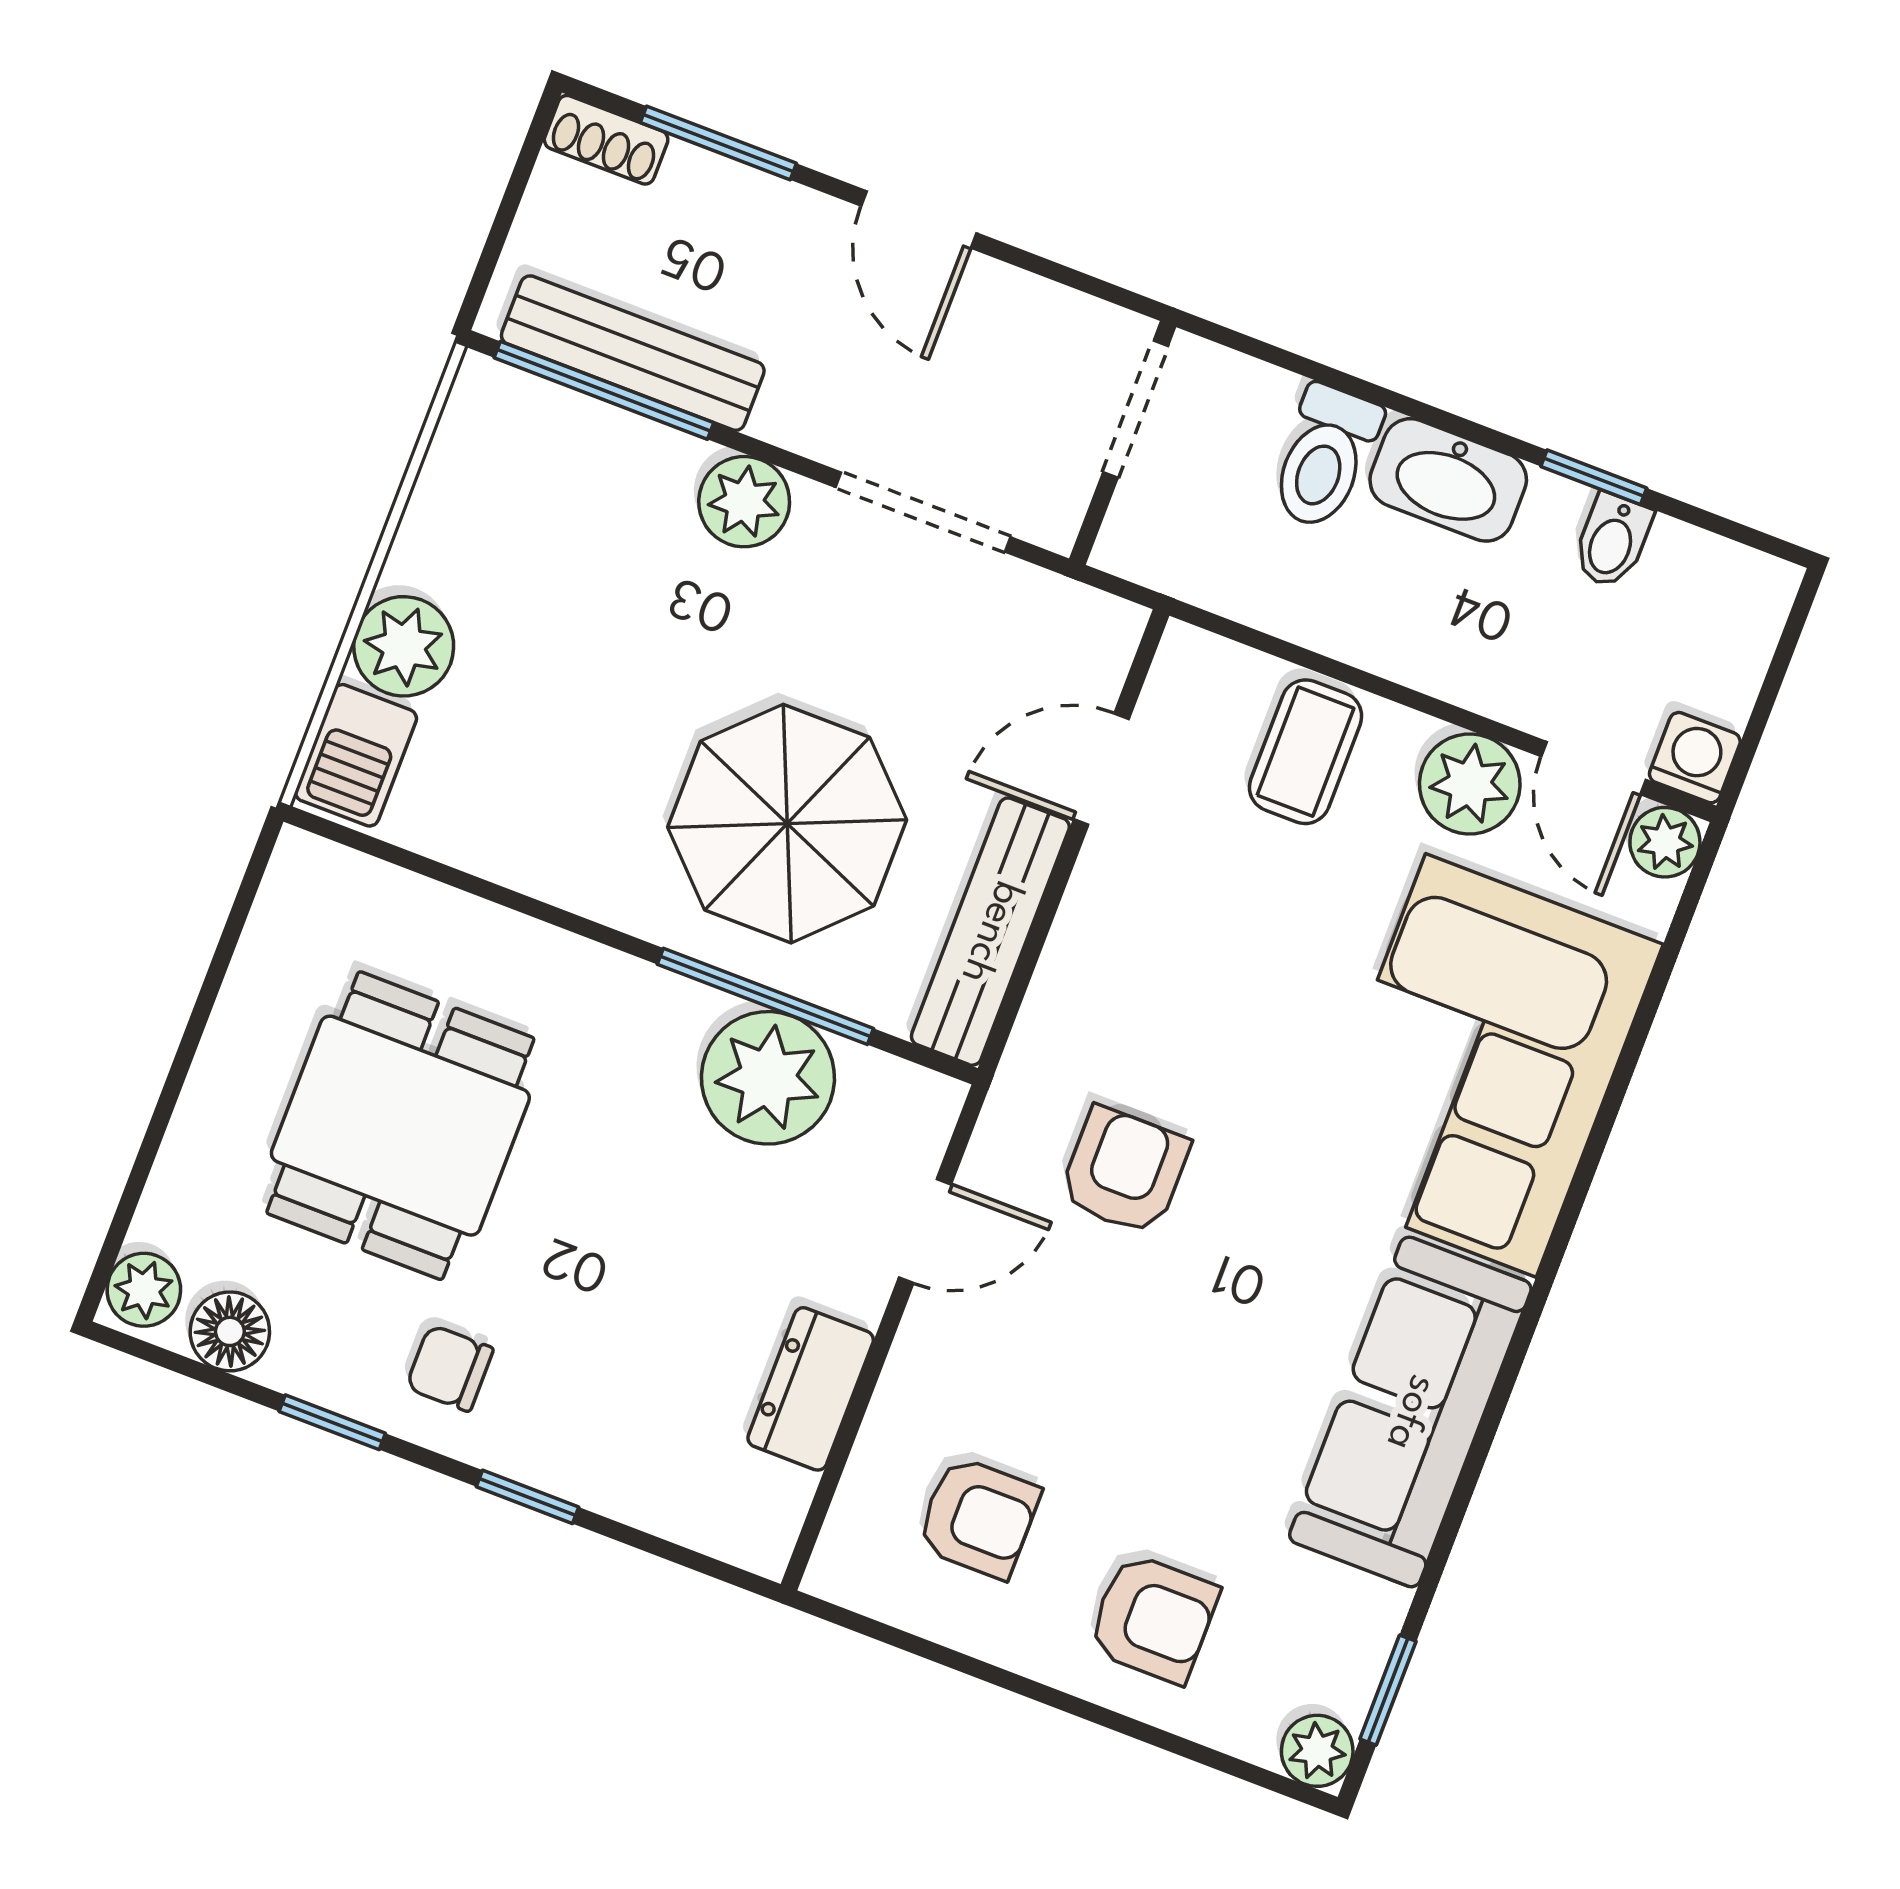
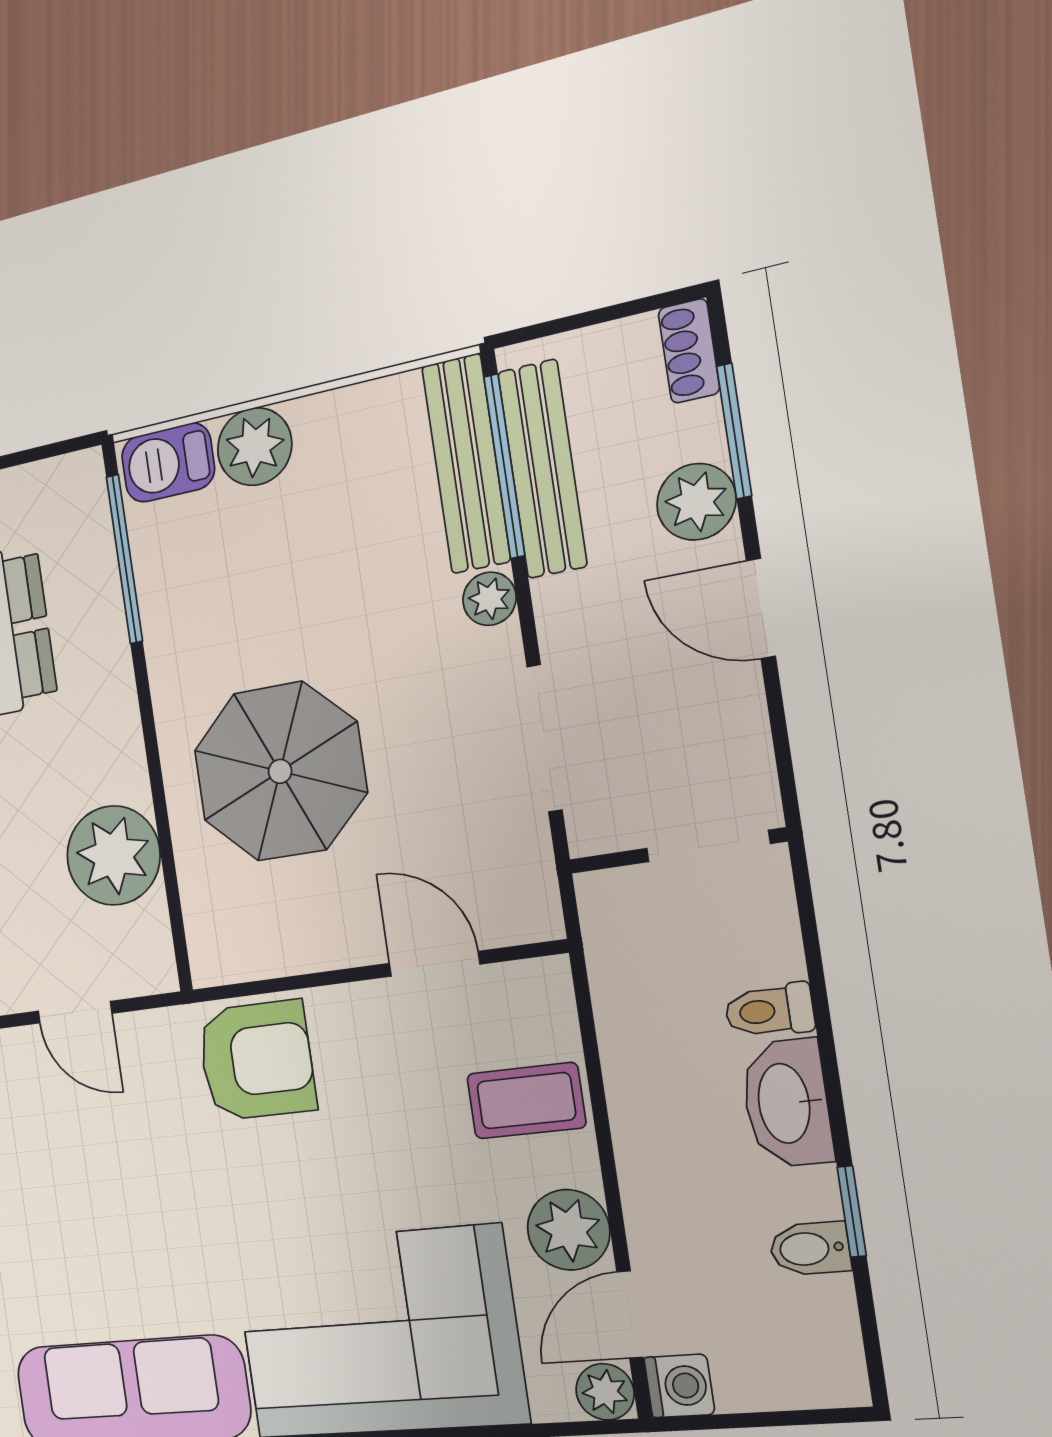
door: (919, 219) -> (761, 608), hinge flipped
plant: (768, 220) -> (696, 502), added
toilet: (1325, 457) -> (769, 1011), width x0.73, depth x0.72
plant: (744, 502) -> (489, 599), width x0.73, depth x0.73
bench: (990, 932) -> (466, 464), moved, turned 90
window: (765, 996) -> (124, 559), moved
armchair: (1124, 1171) -> (256, 1060), moved, width x1.38, depth x1.38

